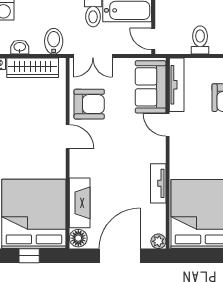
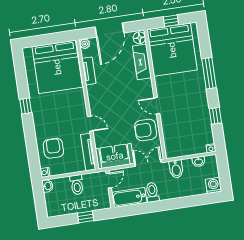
door: (153, 39) -> (109, 181), hinge flipped
wardrobe: (33, 68) -> (188, 149), removed
sofa: (151, 87) -> (115, 156), moved, turned -90
tv unit: (158, 183) -> (89, 71), moved

